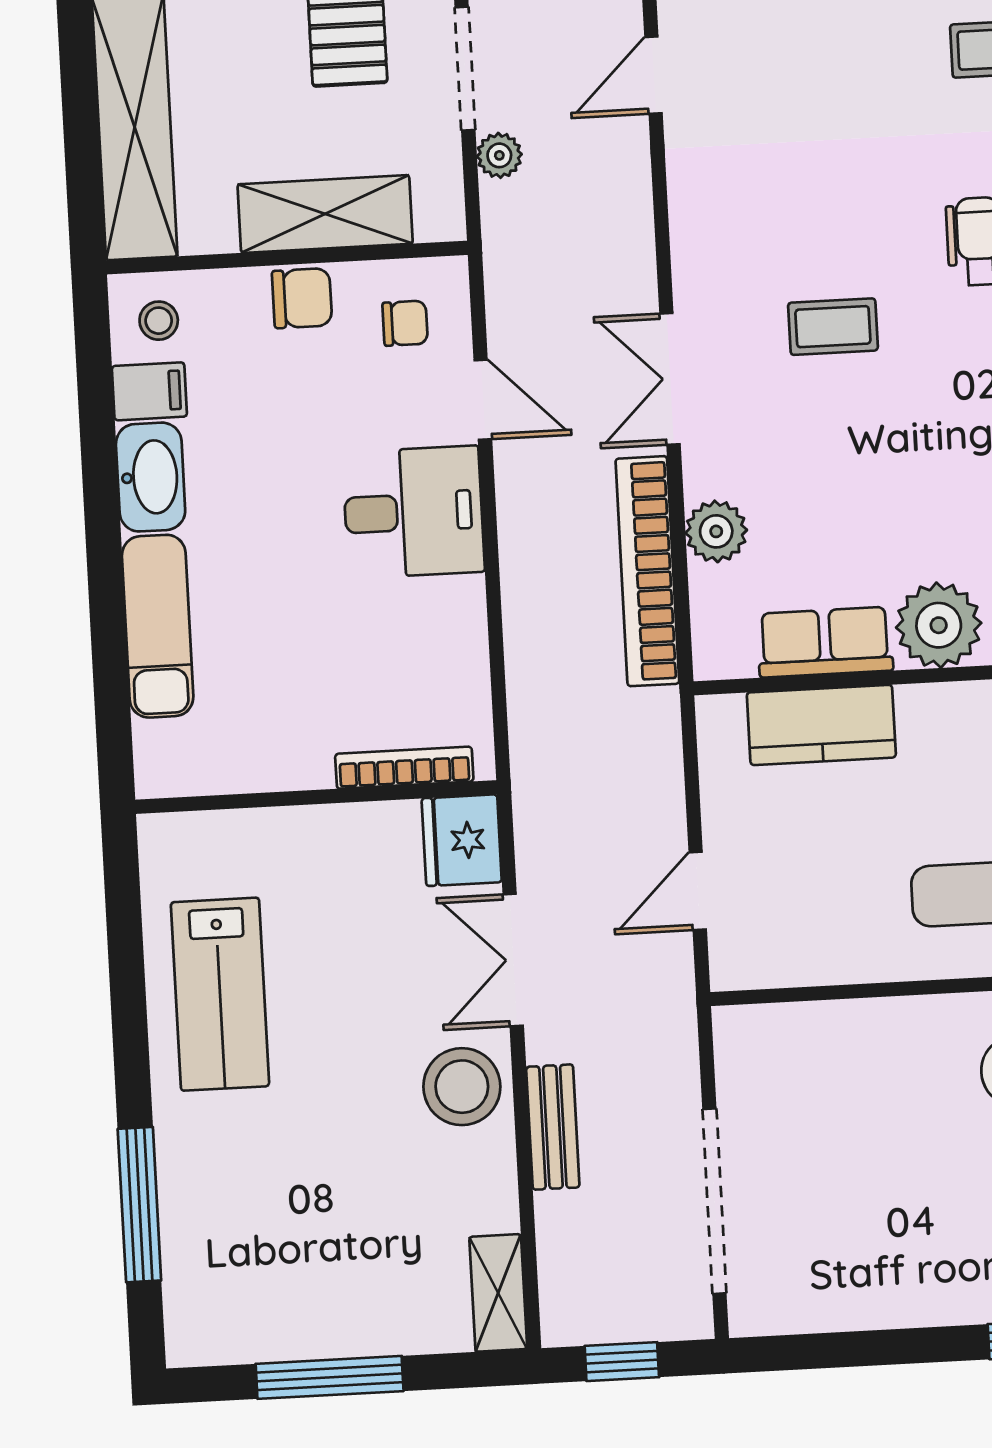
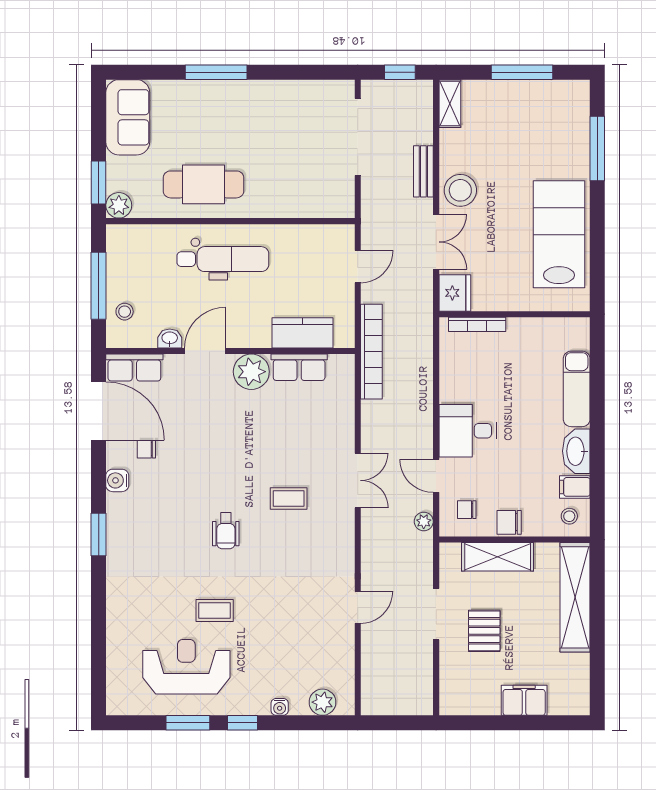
plant: (499, 155) -> (424, 521), moved
plant: (716, 531) -> (342, 416), removed
bookcase: (647, 571) -> (371, 352), moved
lab bench: (220, 994) -> (559, 234), width x1.36, depth x1.39

